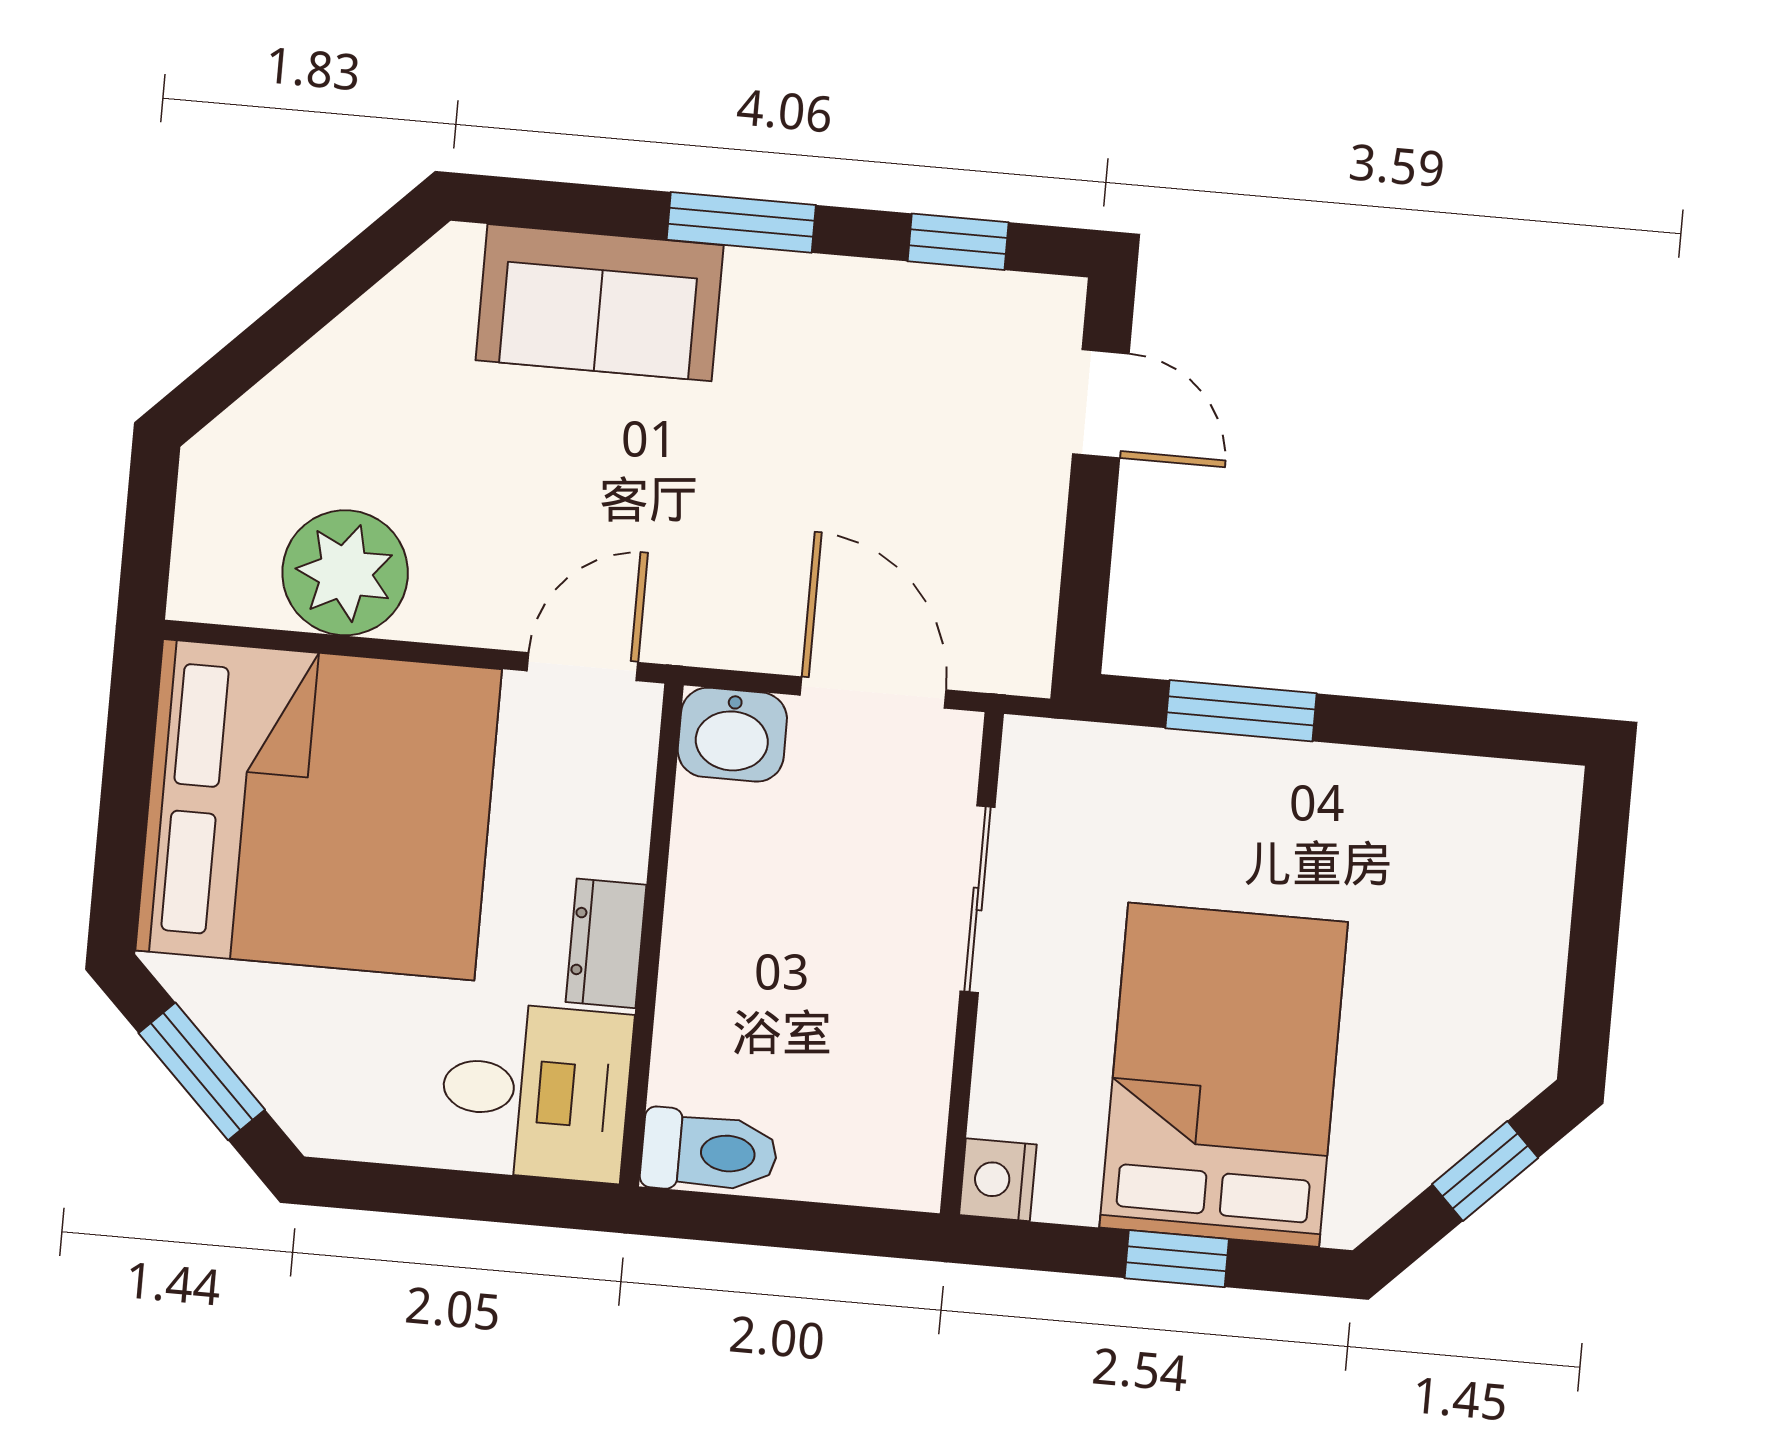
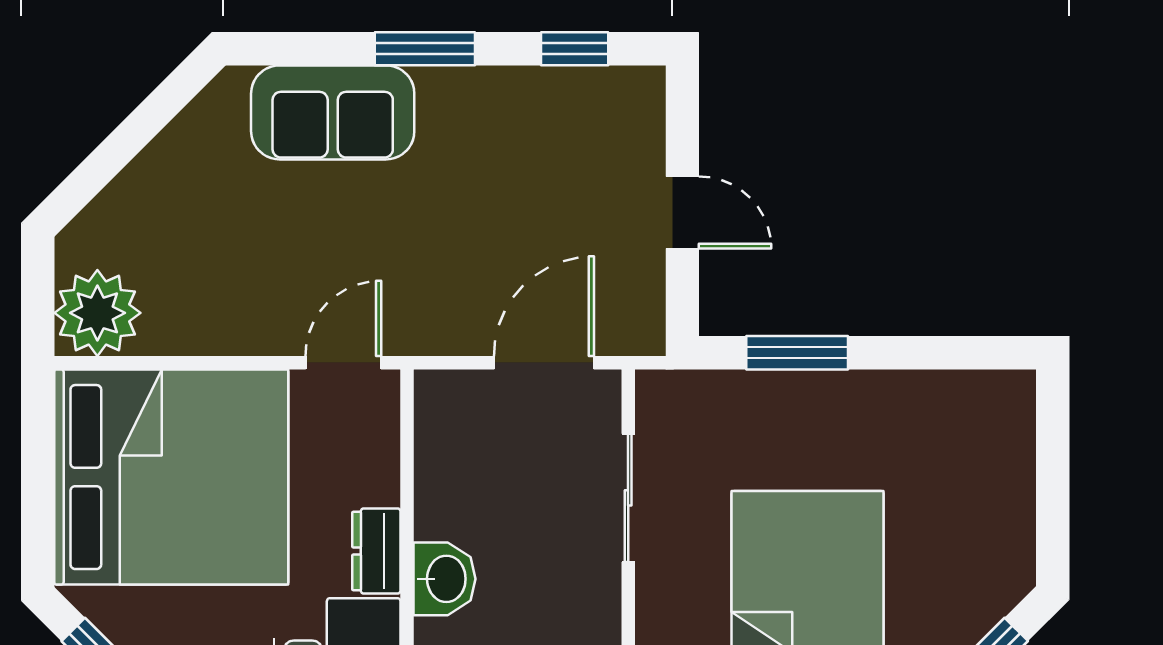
door: (1101, 404) -> (682, 212), moved
plant: (345, 573) -> (97, 313), moved
door: (873, 692) -> (544, 363), hinge flipped
washbasin: (732, 735) -> (444, 579), moved, turned -90

